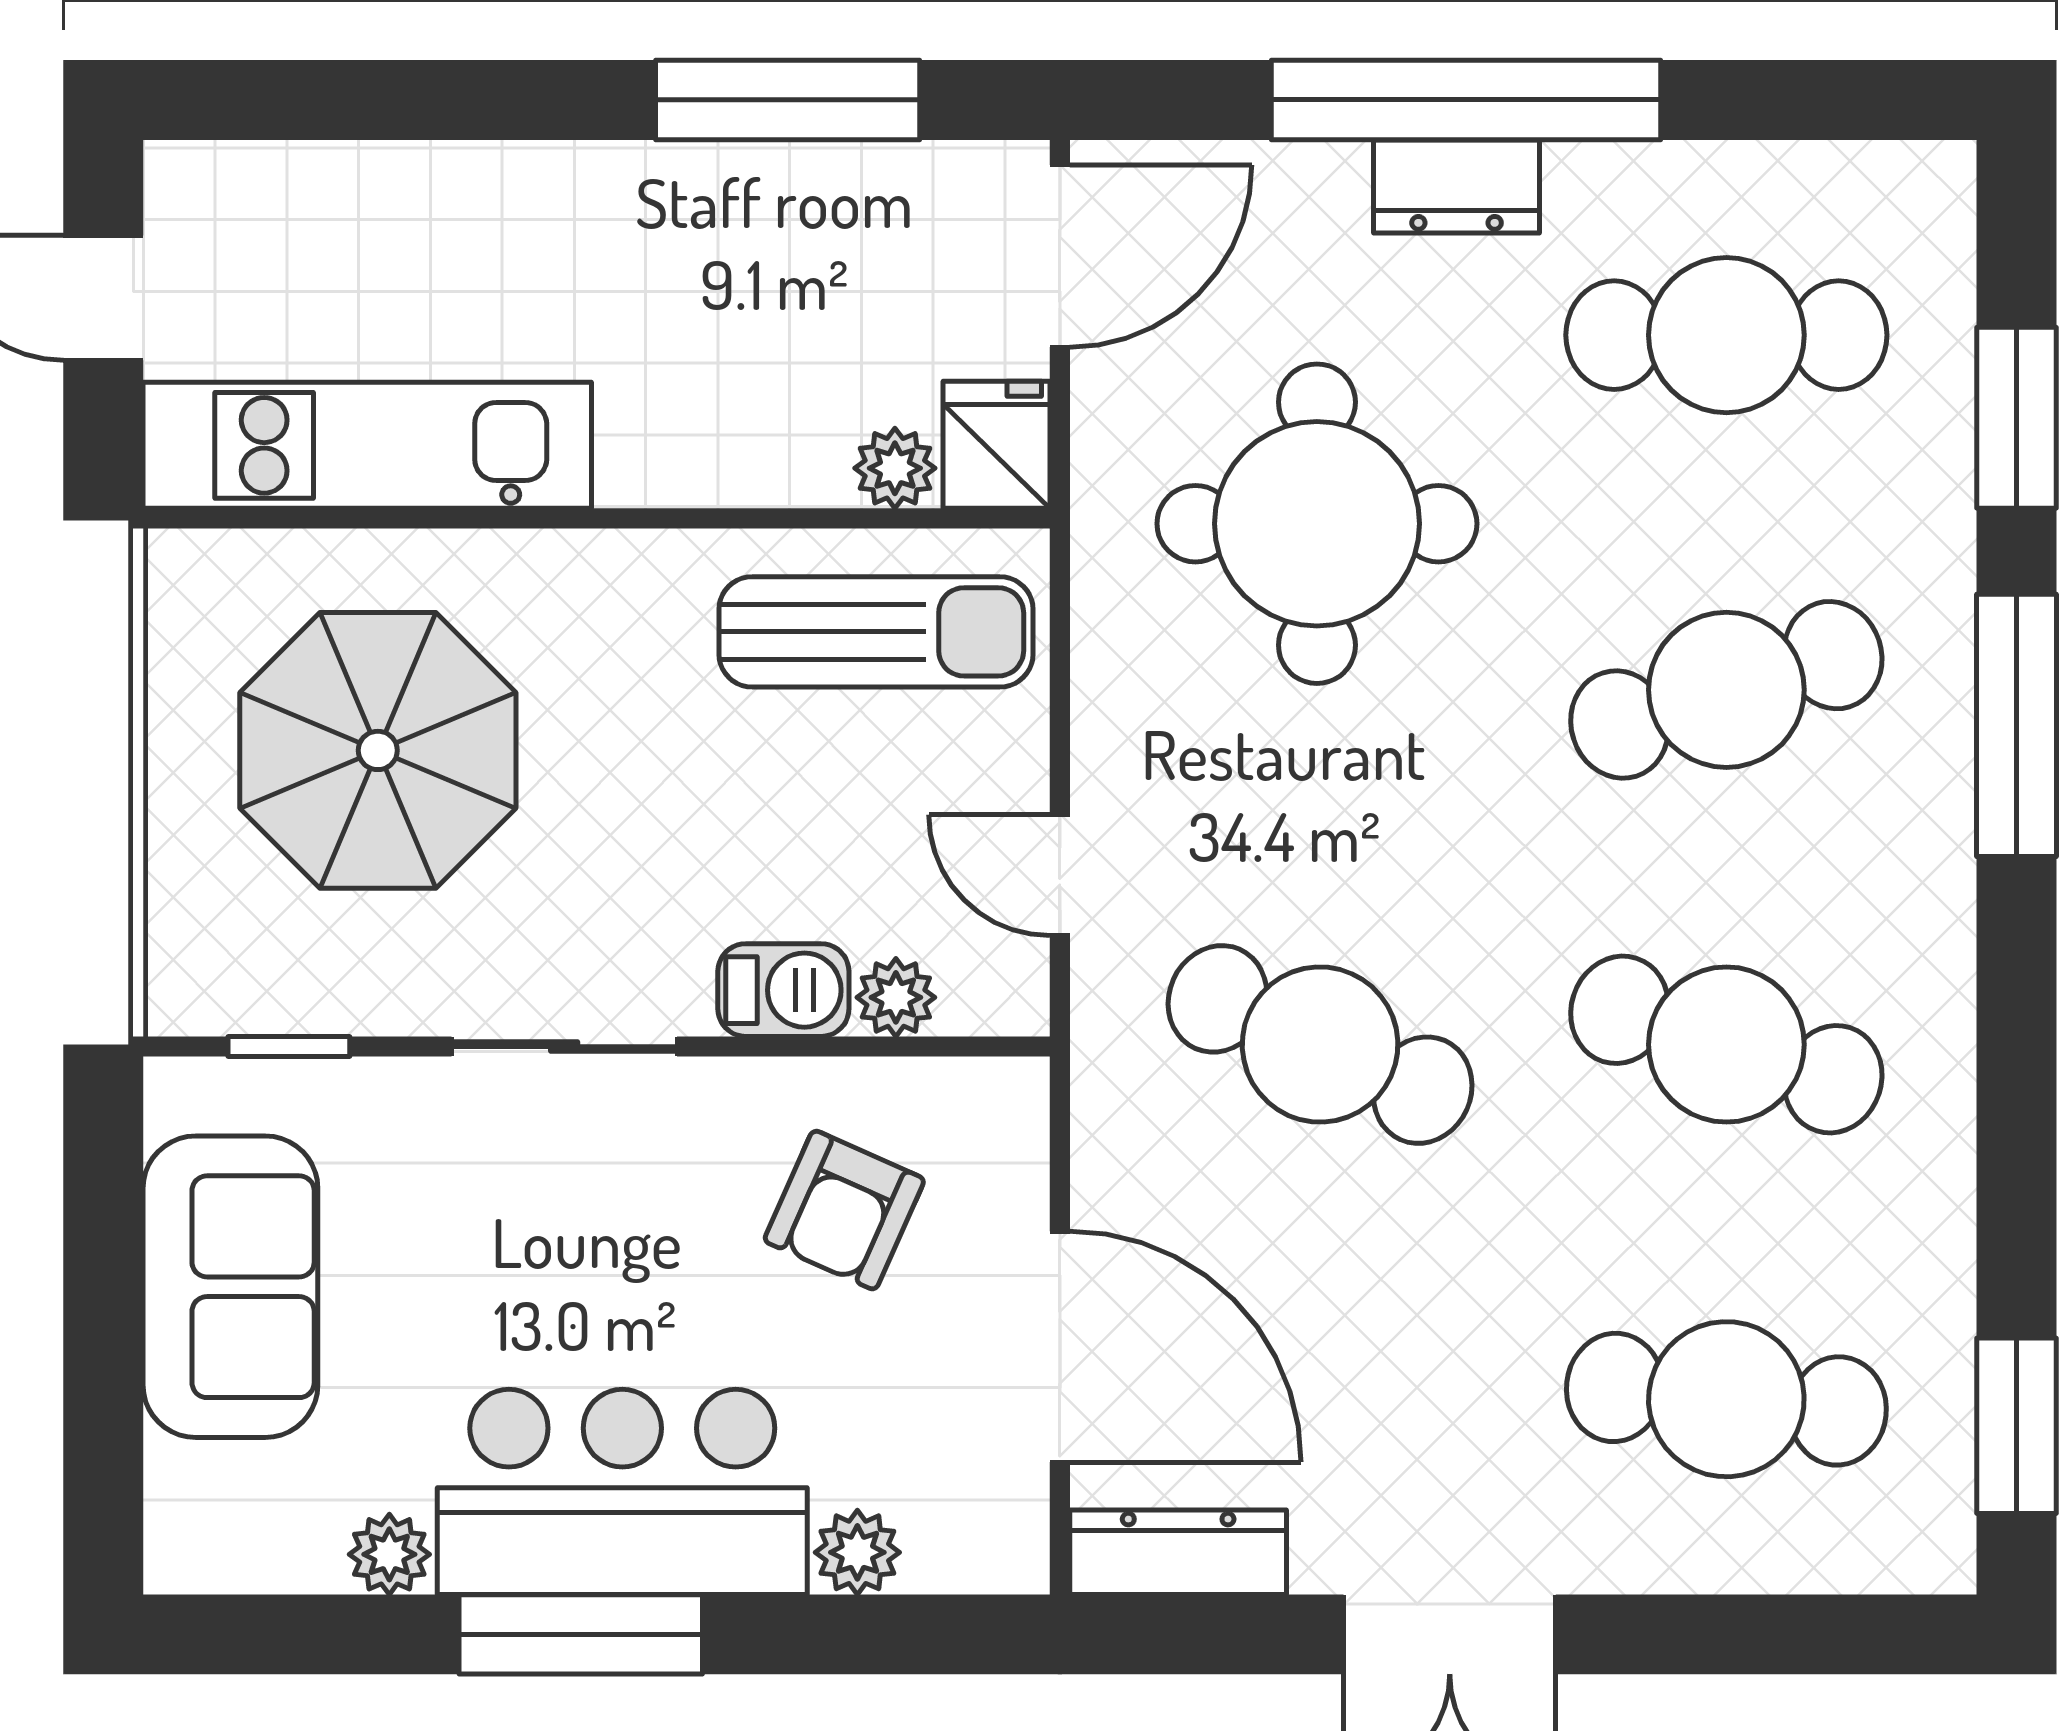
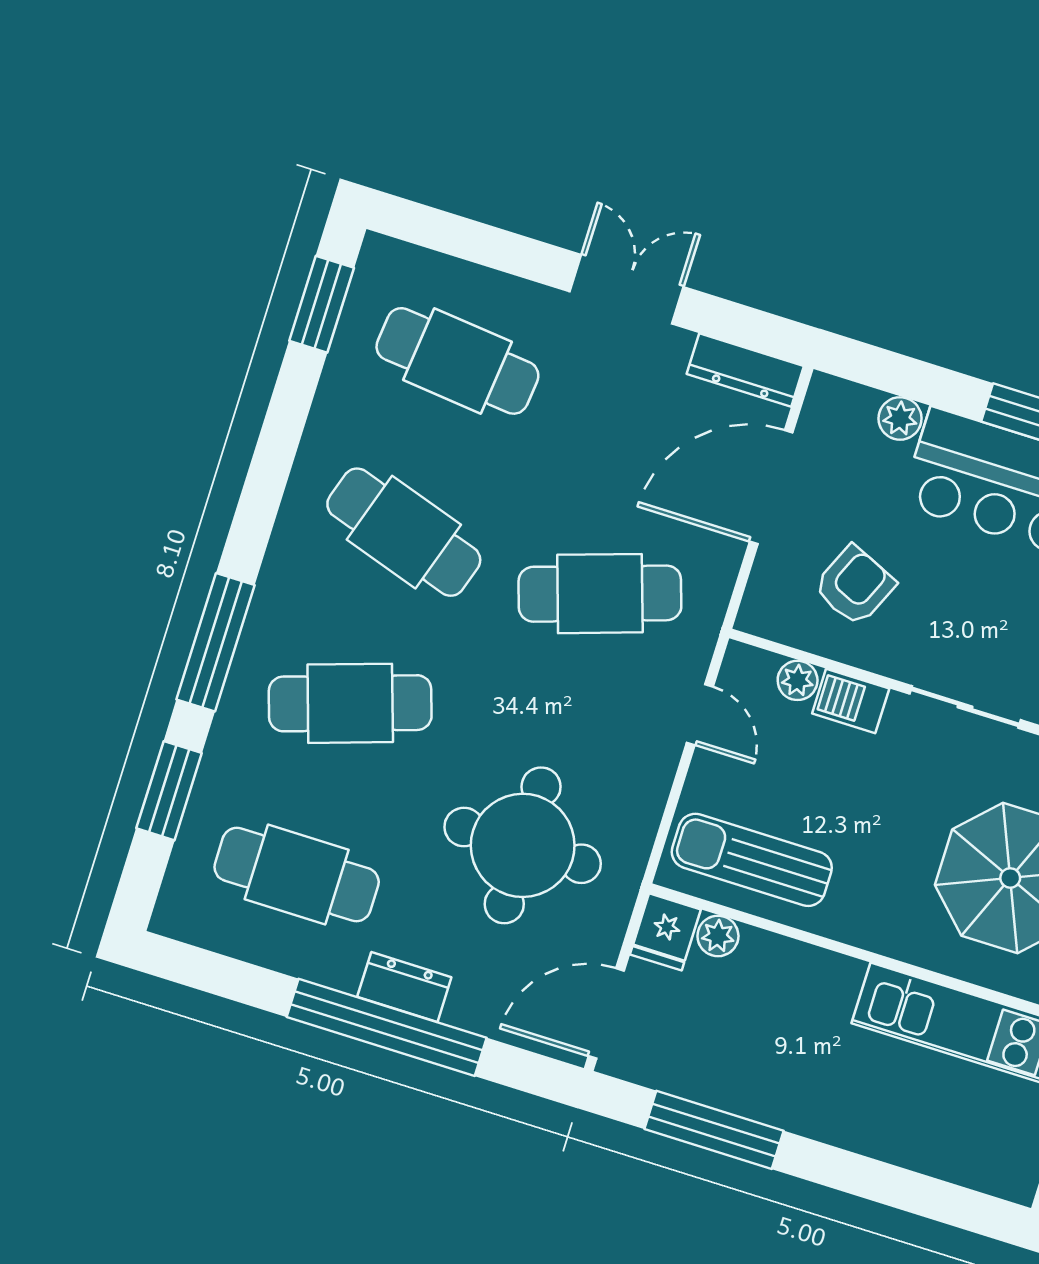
cafe table: (1320, 1045) -> (600, 594), turned -42
door: (1060, 1347) -> (771, 487), hinge flipped

